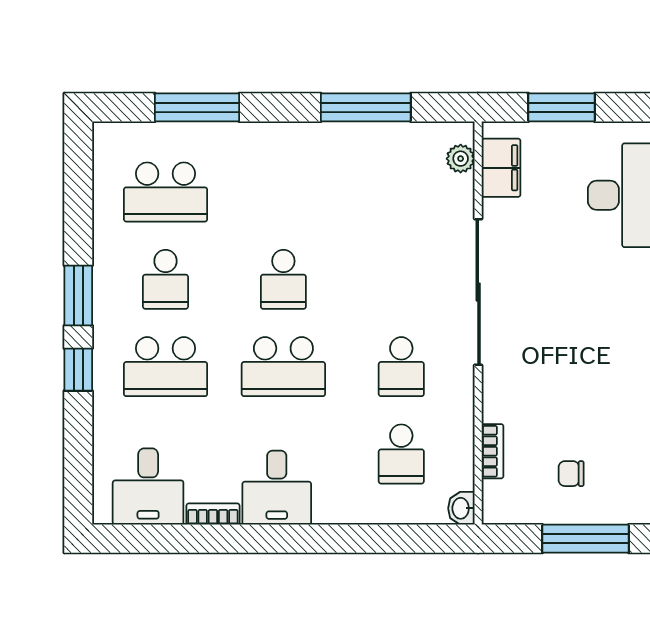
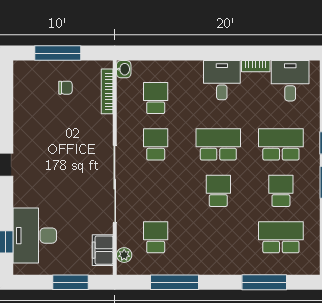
school desk: (401, 192) -> (156, 237), added
bookcase: (493, 451) -> (107, 91), width x1.56

